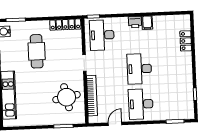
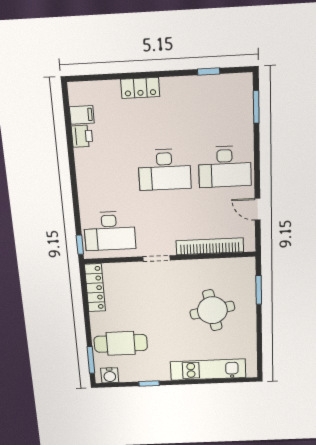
printer: (135, 22) -> (82, 136), moved
filing cabinet: (147, 23) -> (82, 115), moved
locker: (186, 41) -> (140, 88), moved
cafe table: (37, 51) -> (121, 343), moved
round table: (67, 97) -> (212, 310), moved

